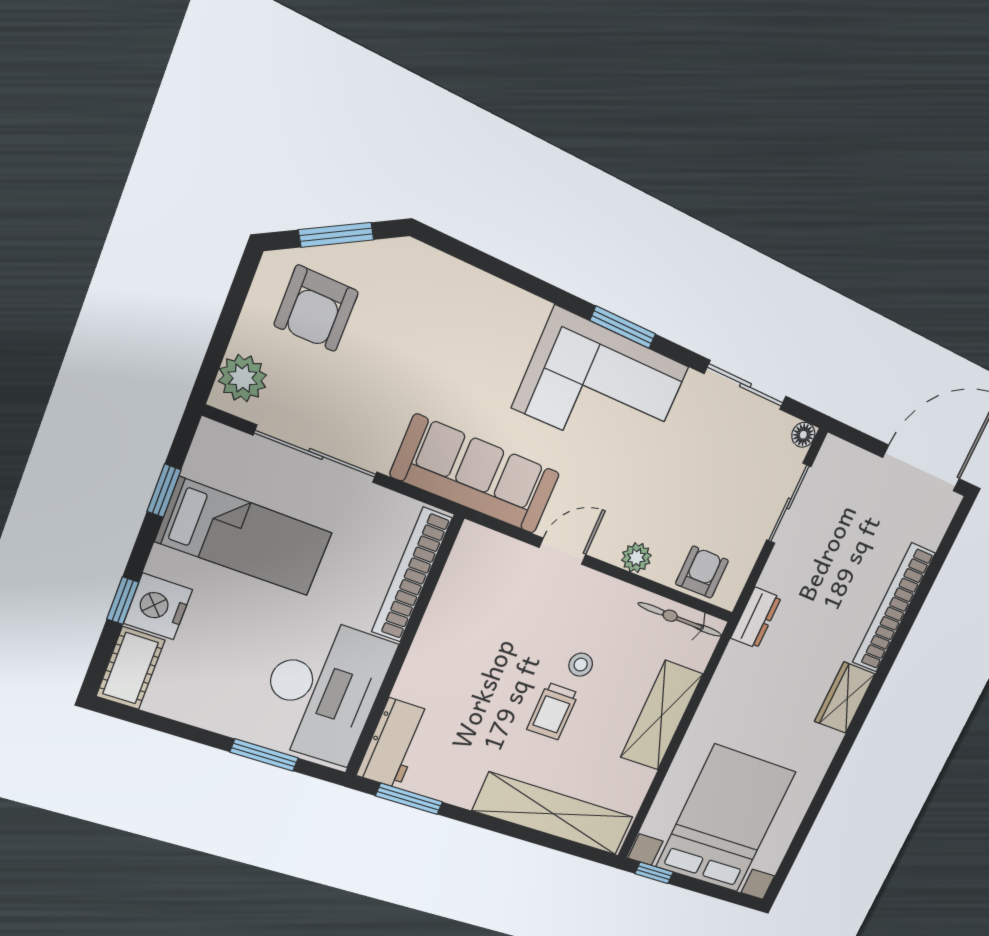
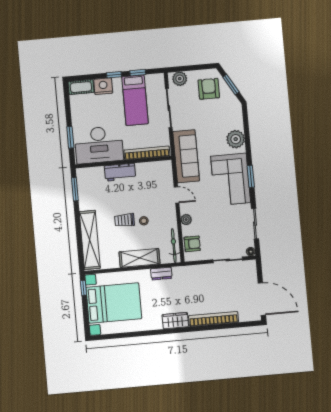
armchair: (316, 308) -> (209, 89), turned 90
plant: (502, 312) -> (236, 139), added
window: (123, 601) -> (114, 75), moved
dresser: (756, 618) -> (161, 274), moved
workbench: (394, 743) -> (120, 172), moved

